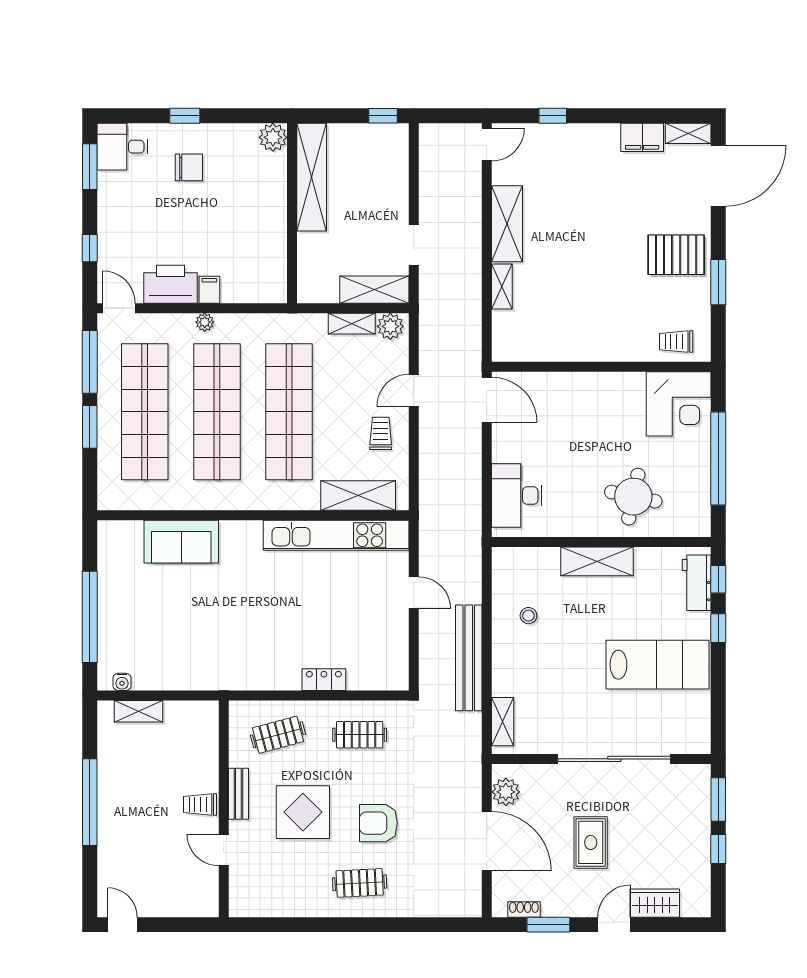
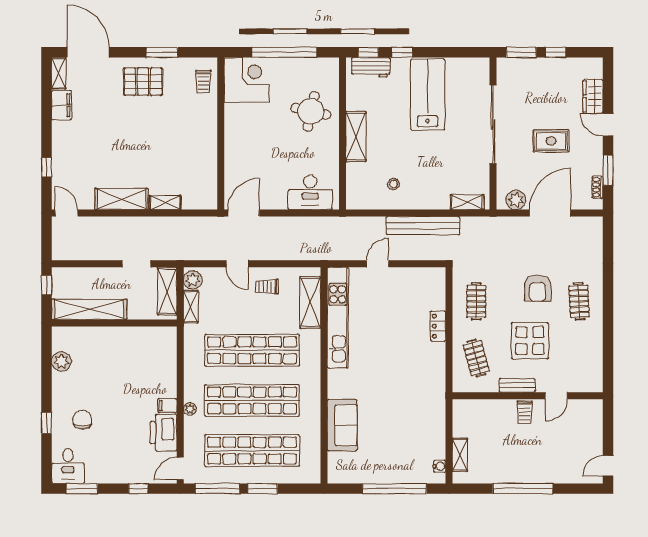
shelving: (312, 177) -> (89, 309), moved
wall: (292, 213) -> (114, 323), moved
pallet: (676, 255) -> (143, 82), turned 90

